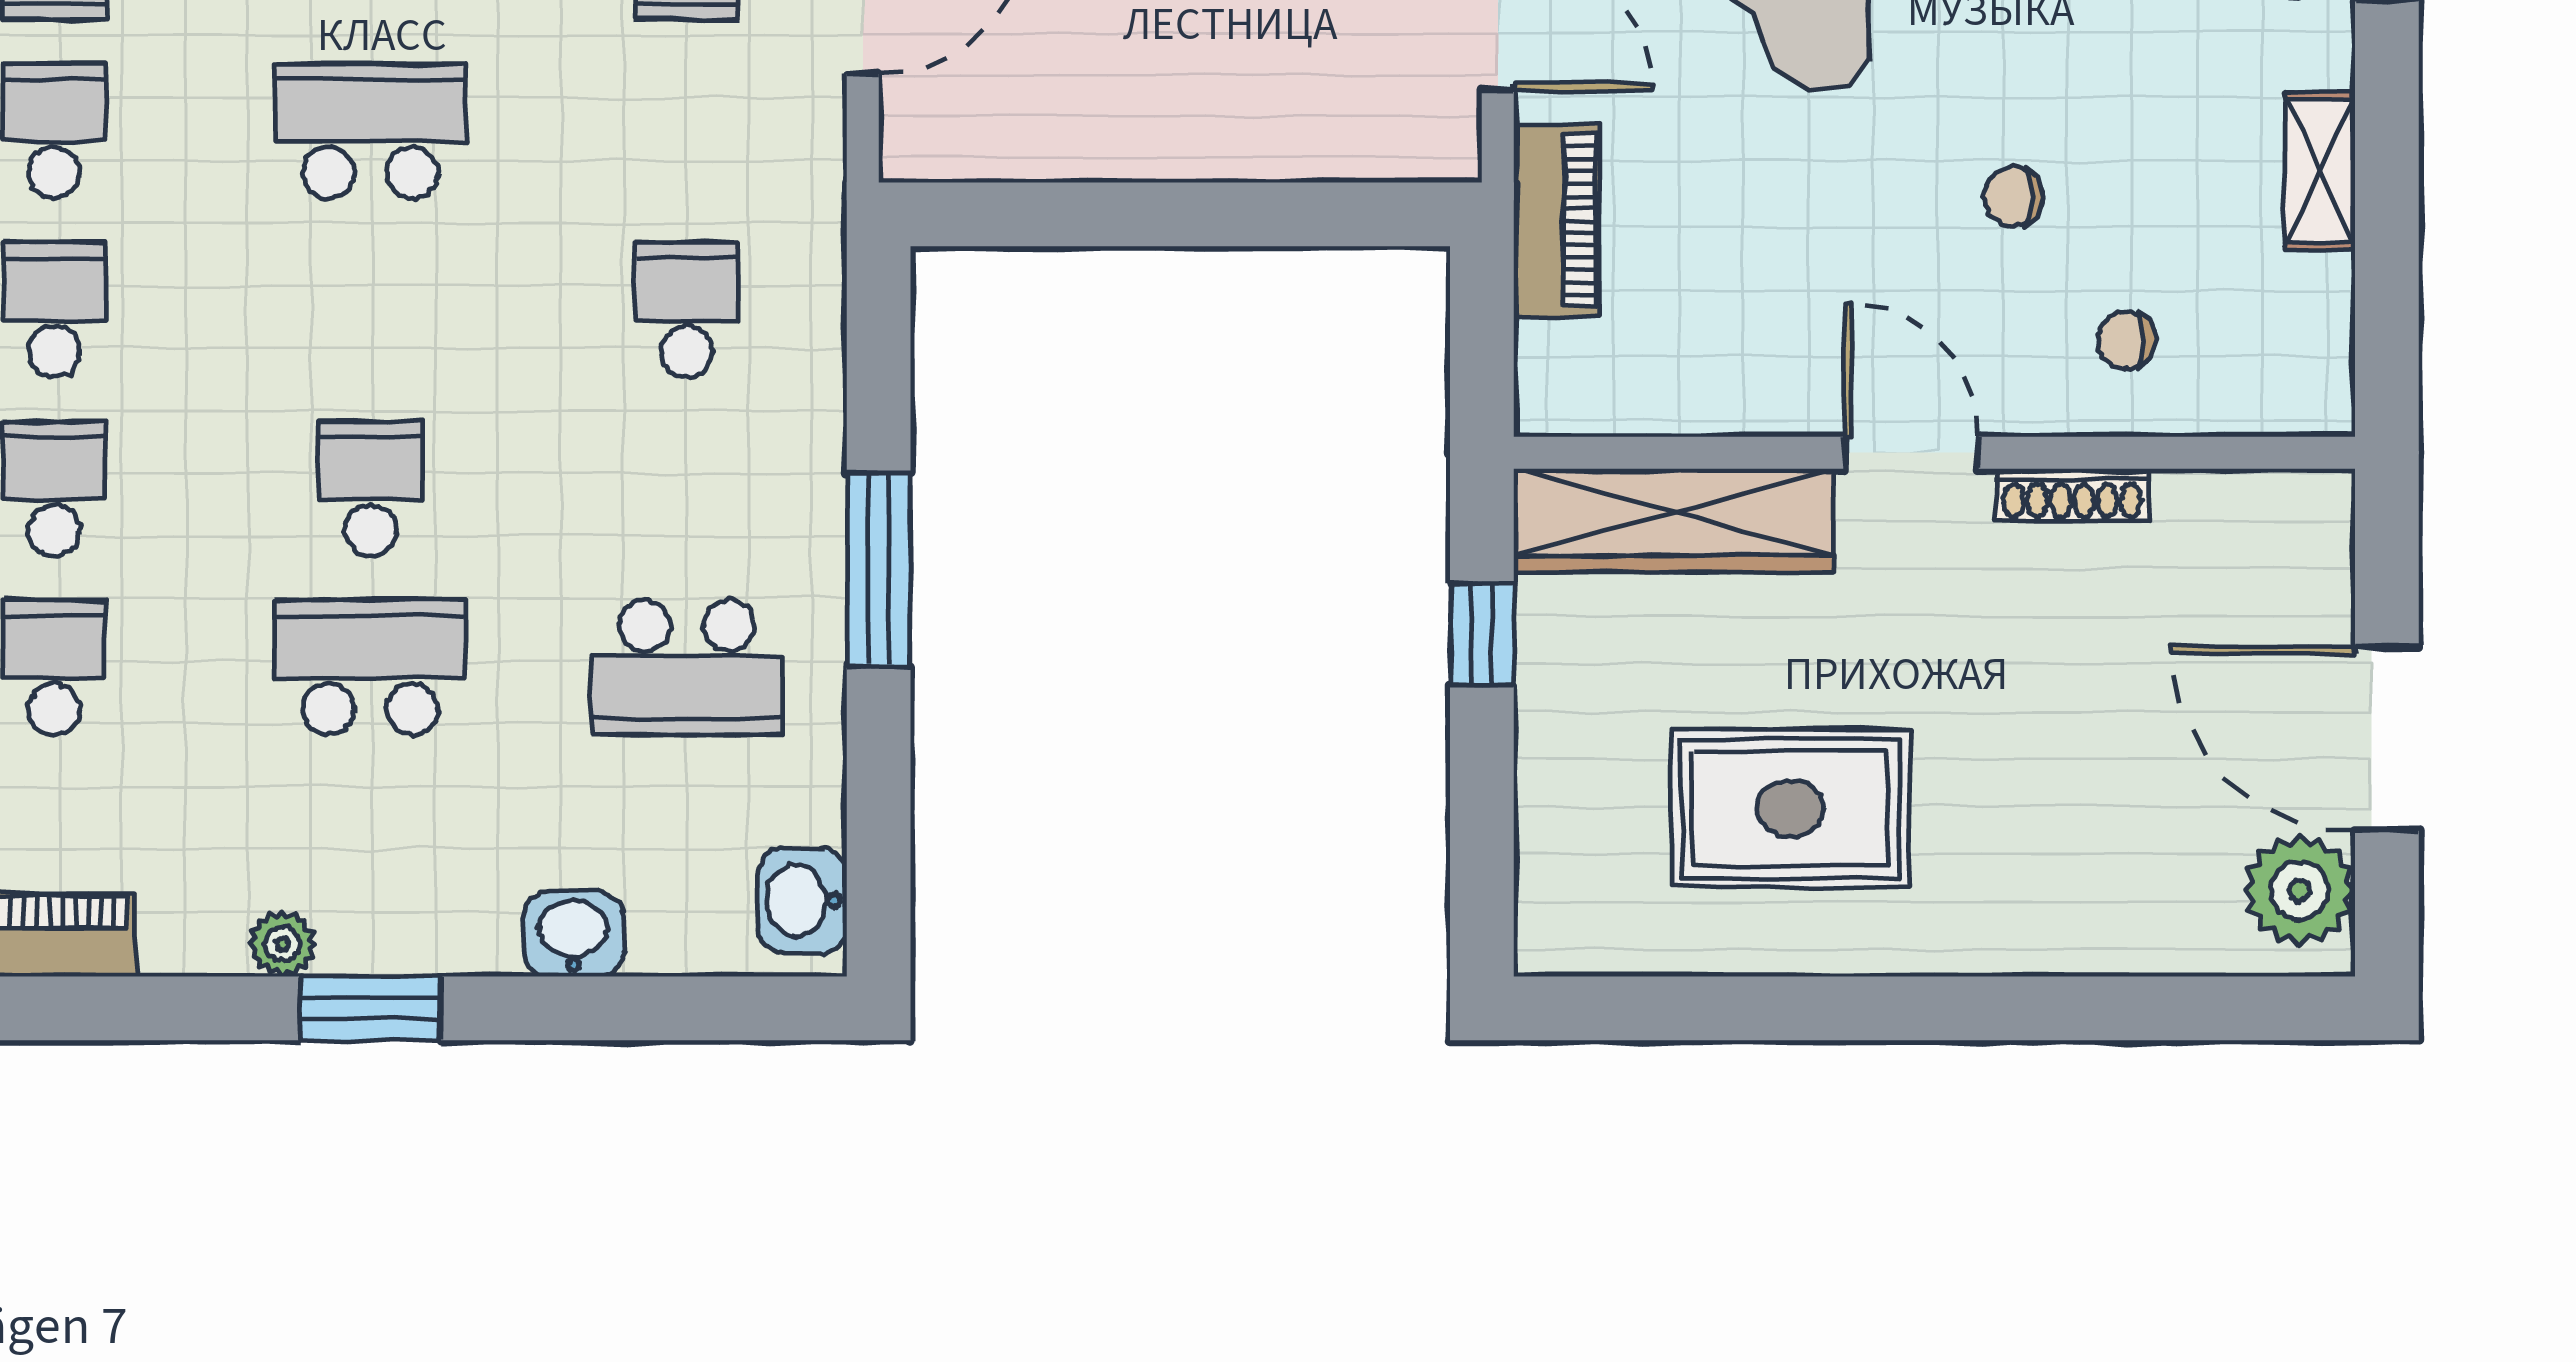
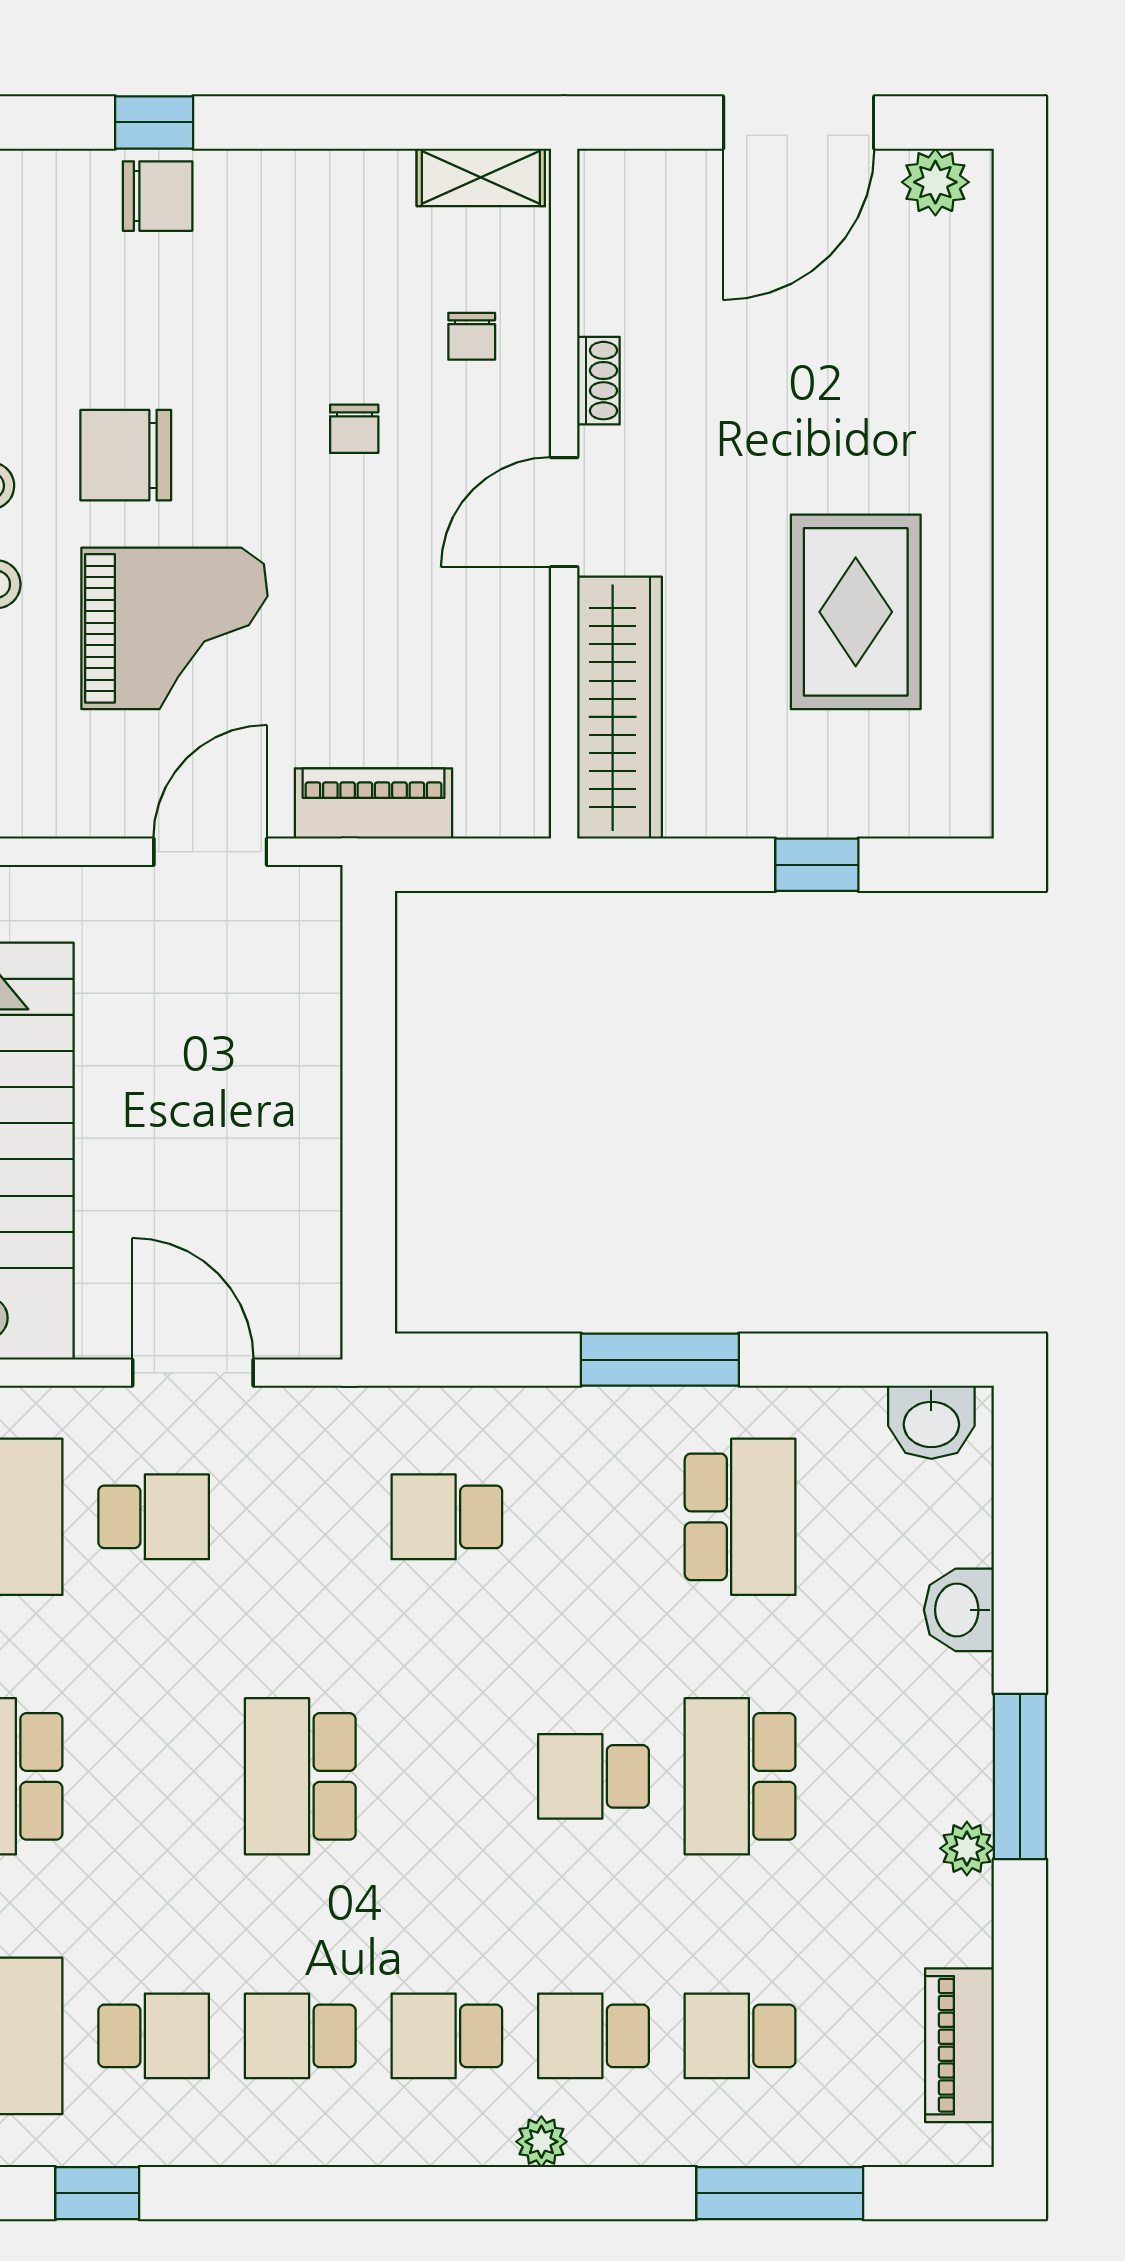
shelving: (2320, 171) -> (481, 177), moved
shoe rack: (2072, 494) -> (598, 381), width x0.70
window: (1482, 635) -> (817, 865), moved
plant: (2299, 890) -> (935, 182), width x0.73, depth x0.73
window: (370, 1008) -> (1020, 1776), width x1.44

